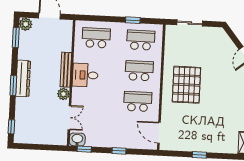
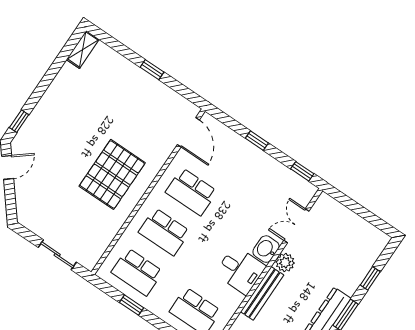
window: (11, 127) -> (370, 278), moved
washbasin: (77, 139) -> (266, 249), moved, turned 90

